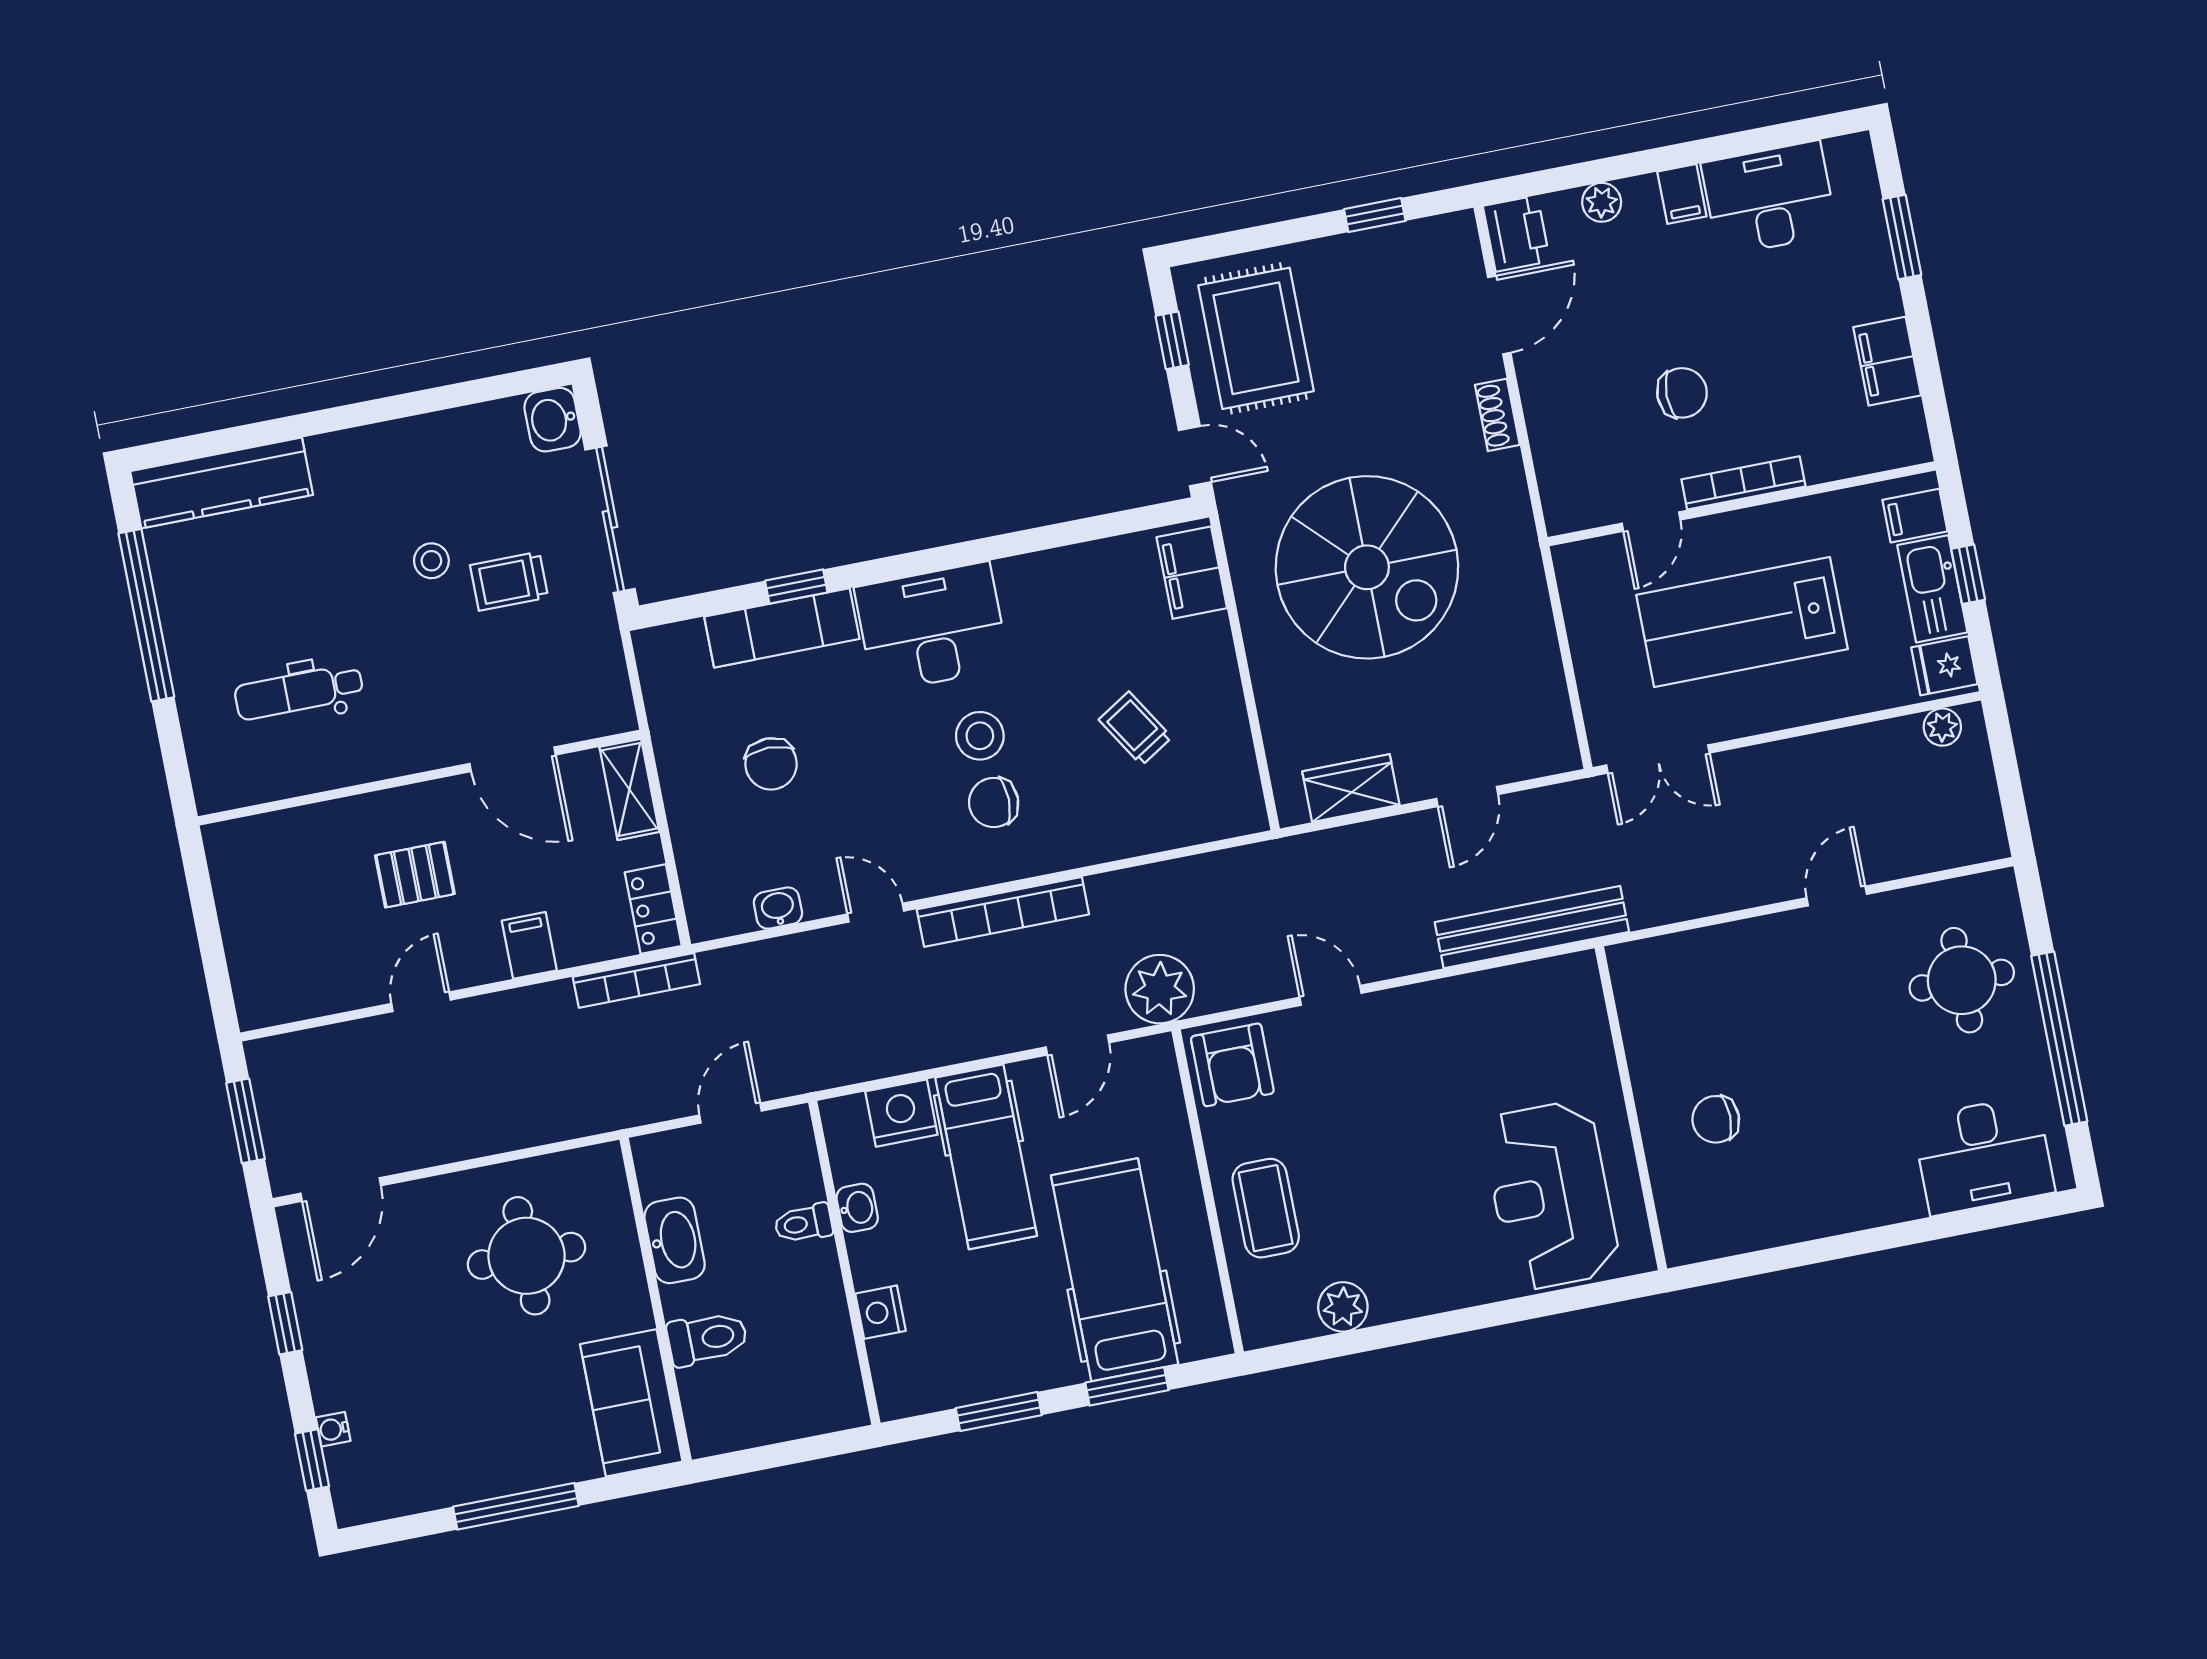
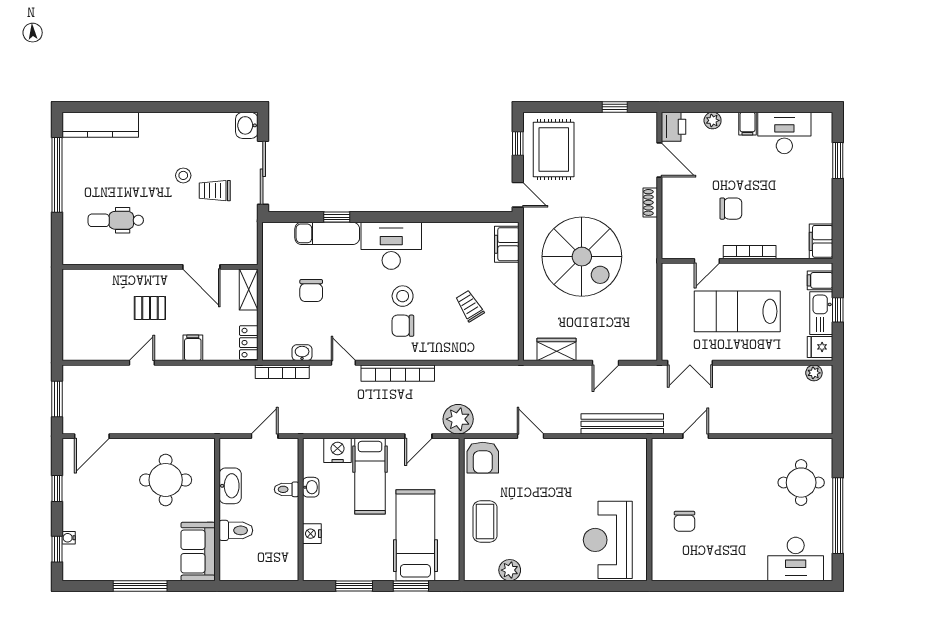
door: (1499, 315) -> (659, 160), hinge flipped
filing cabinet: (1887, 361) -> (821, 241), moved
door: (1837, 896) -> (696, 436), moved
bookcase: (636, 980) -> (282, 372), moved
chair: (1716, 1119) -> (684, 521), turned -90

